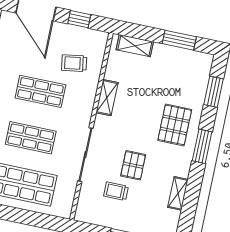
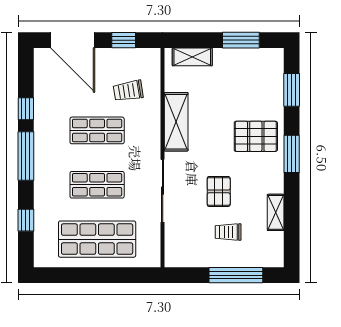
shelving: (107, 98) -> (176, 122), width x1.50, depth x1.33
pallet: (175, 125) -> (256, 136), turned 90
trolley: (116, 191) -> (228, 232), moved

